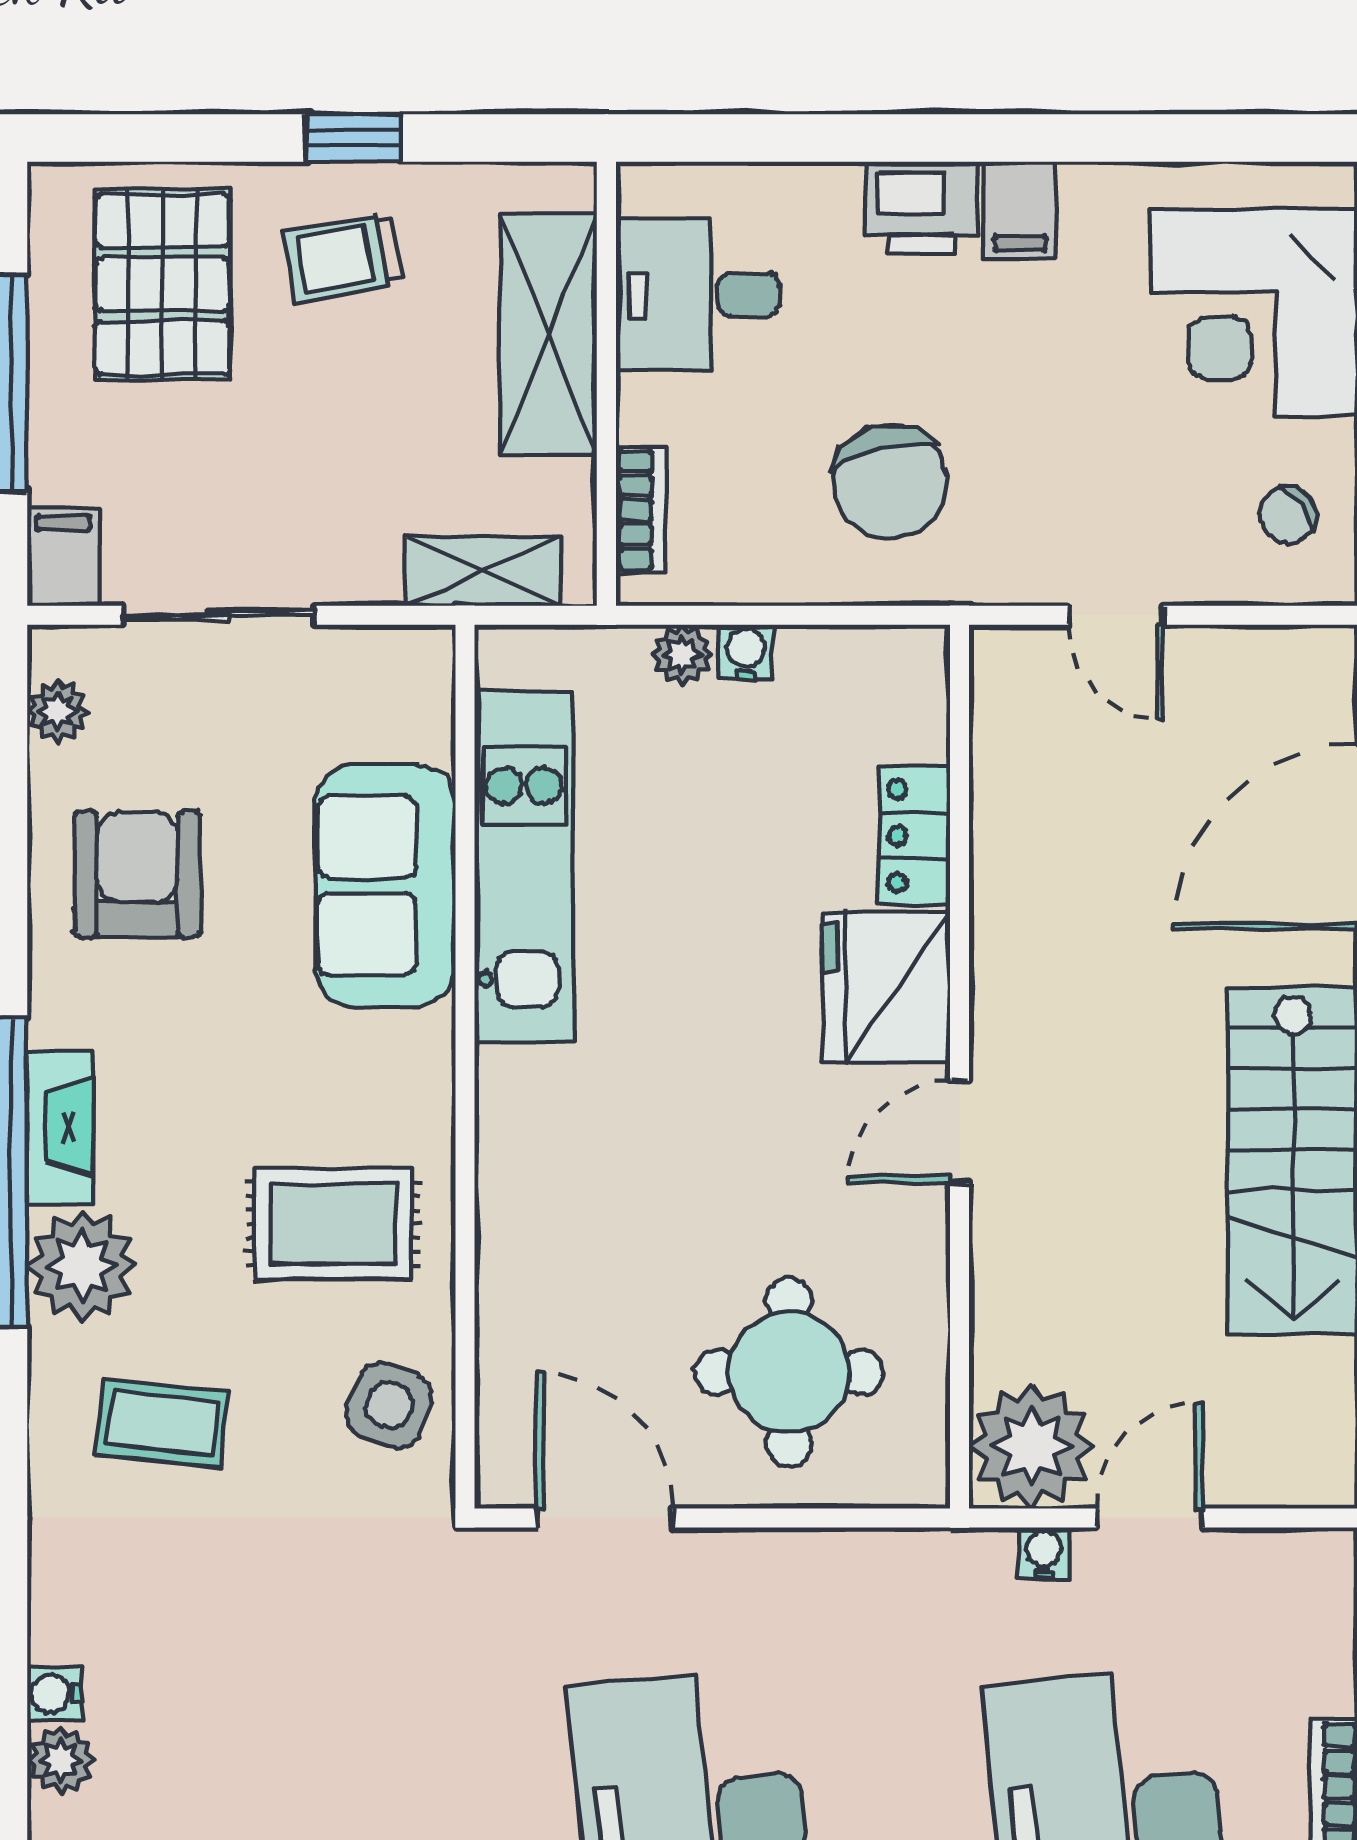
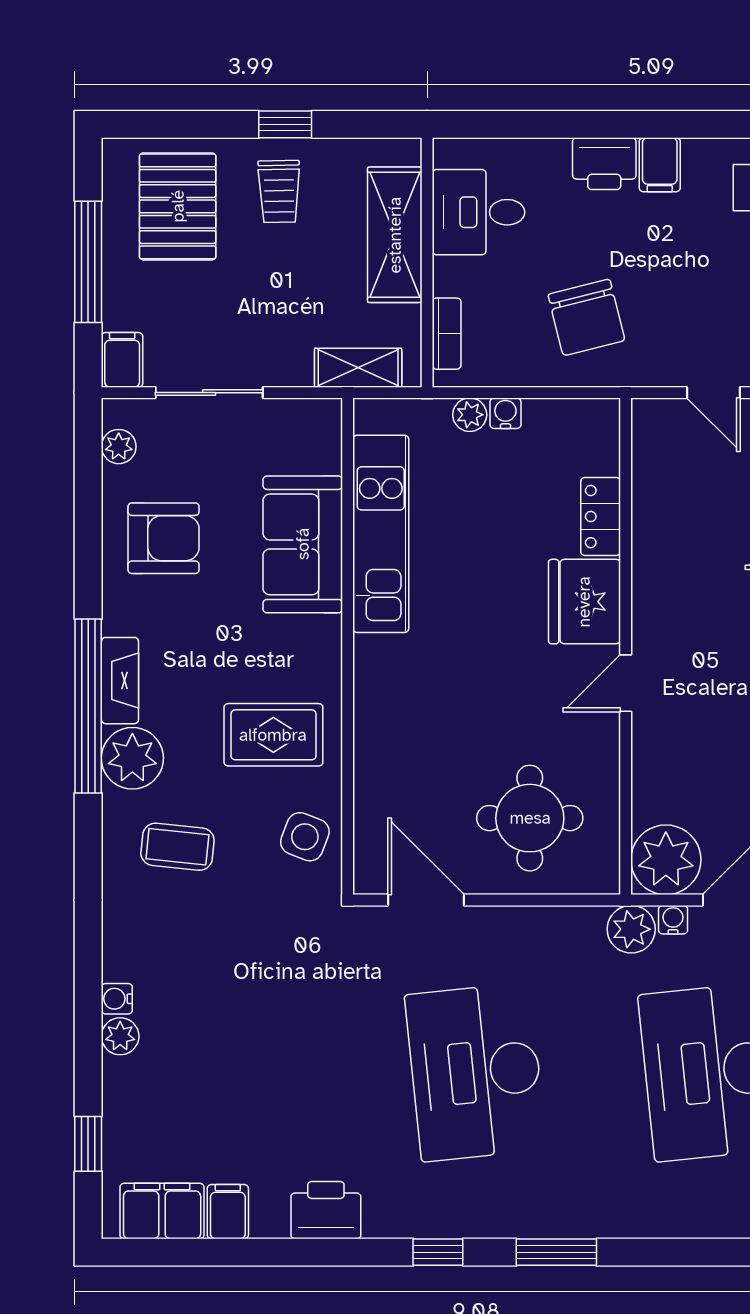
trolley: (343, 257) -> (279, 191), turned -81
armchair: (137, 874) -> (164, 538), turned 90
plant: (969, 1570) -> (631, 929), added

